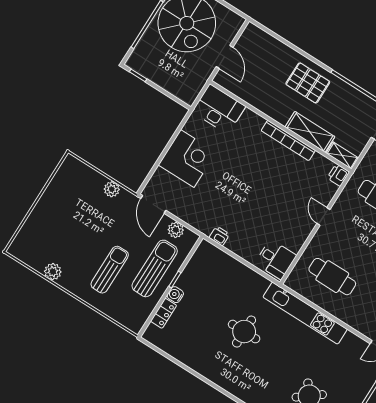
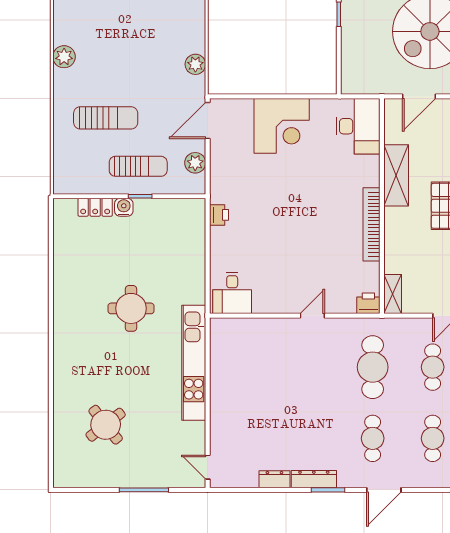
shelving: (310, 132) -> (396, 175), moved
sun lounger: (155, 268) -> (138, 166), width x0.73, depth x0.75
cafe table: (332, 277) -> (253, 367), removed

